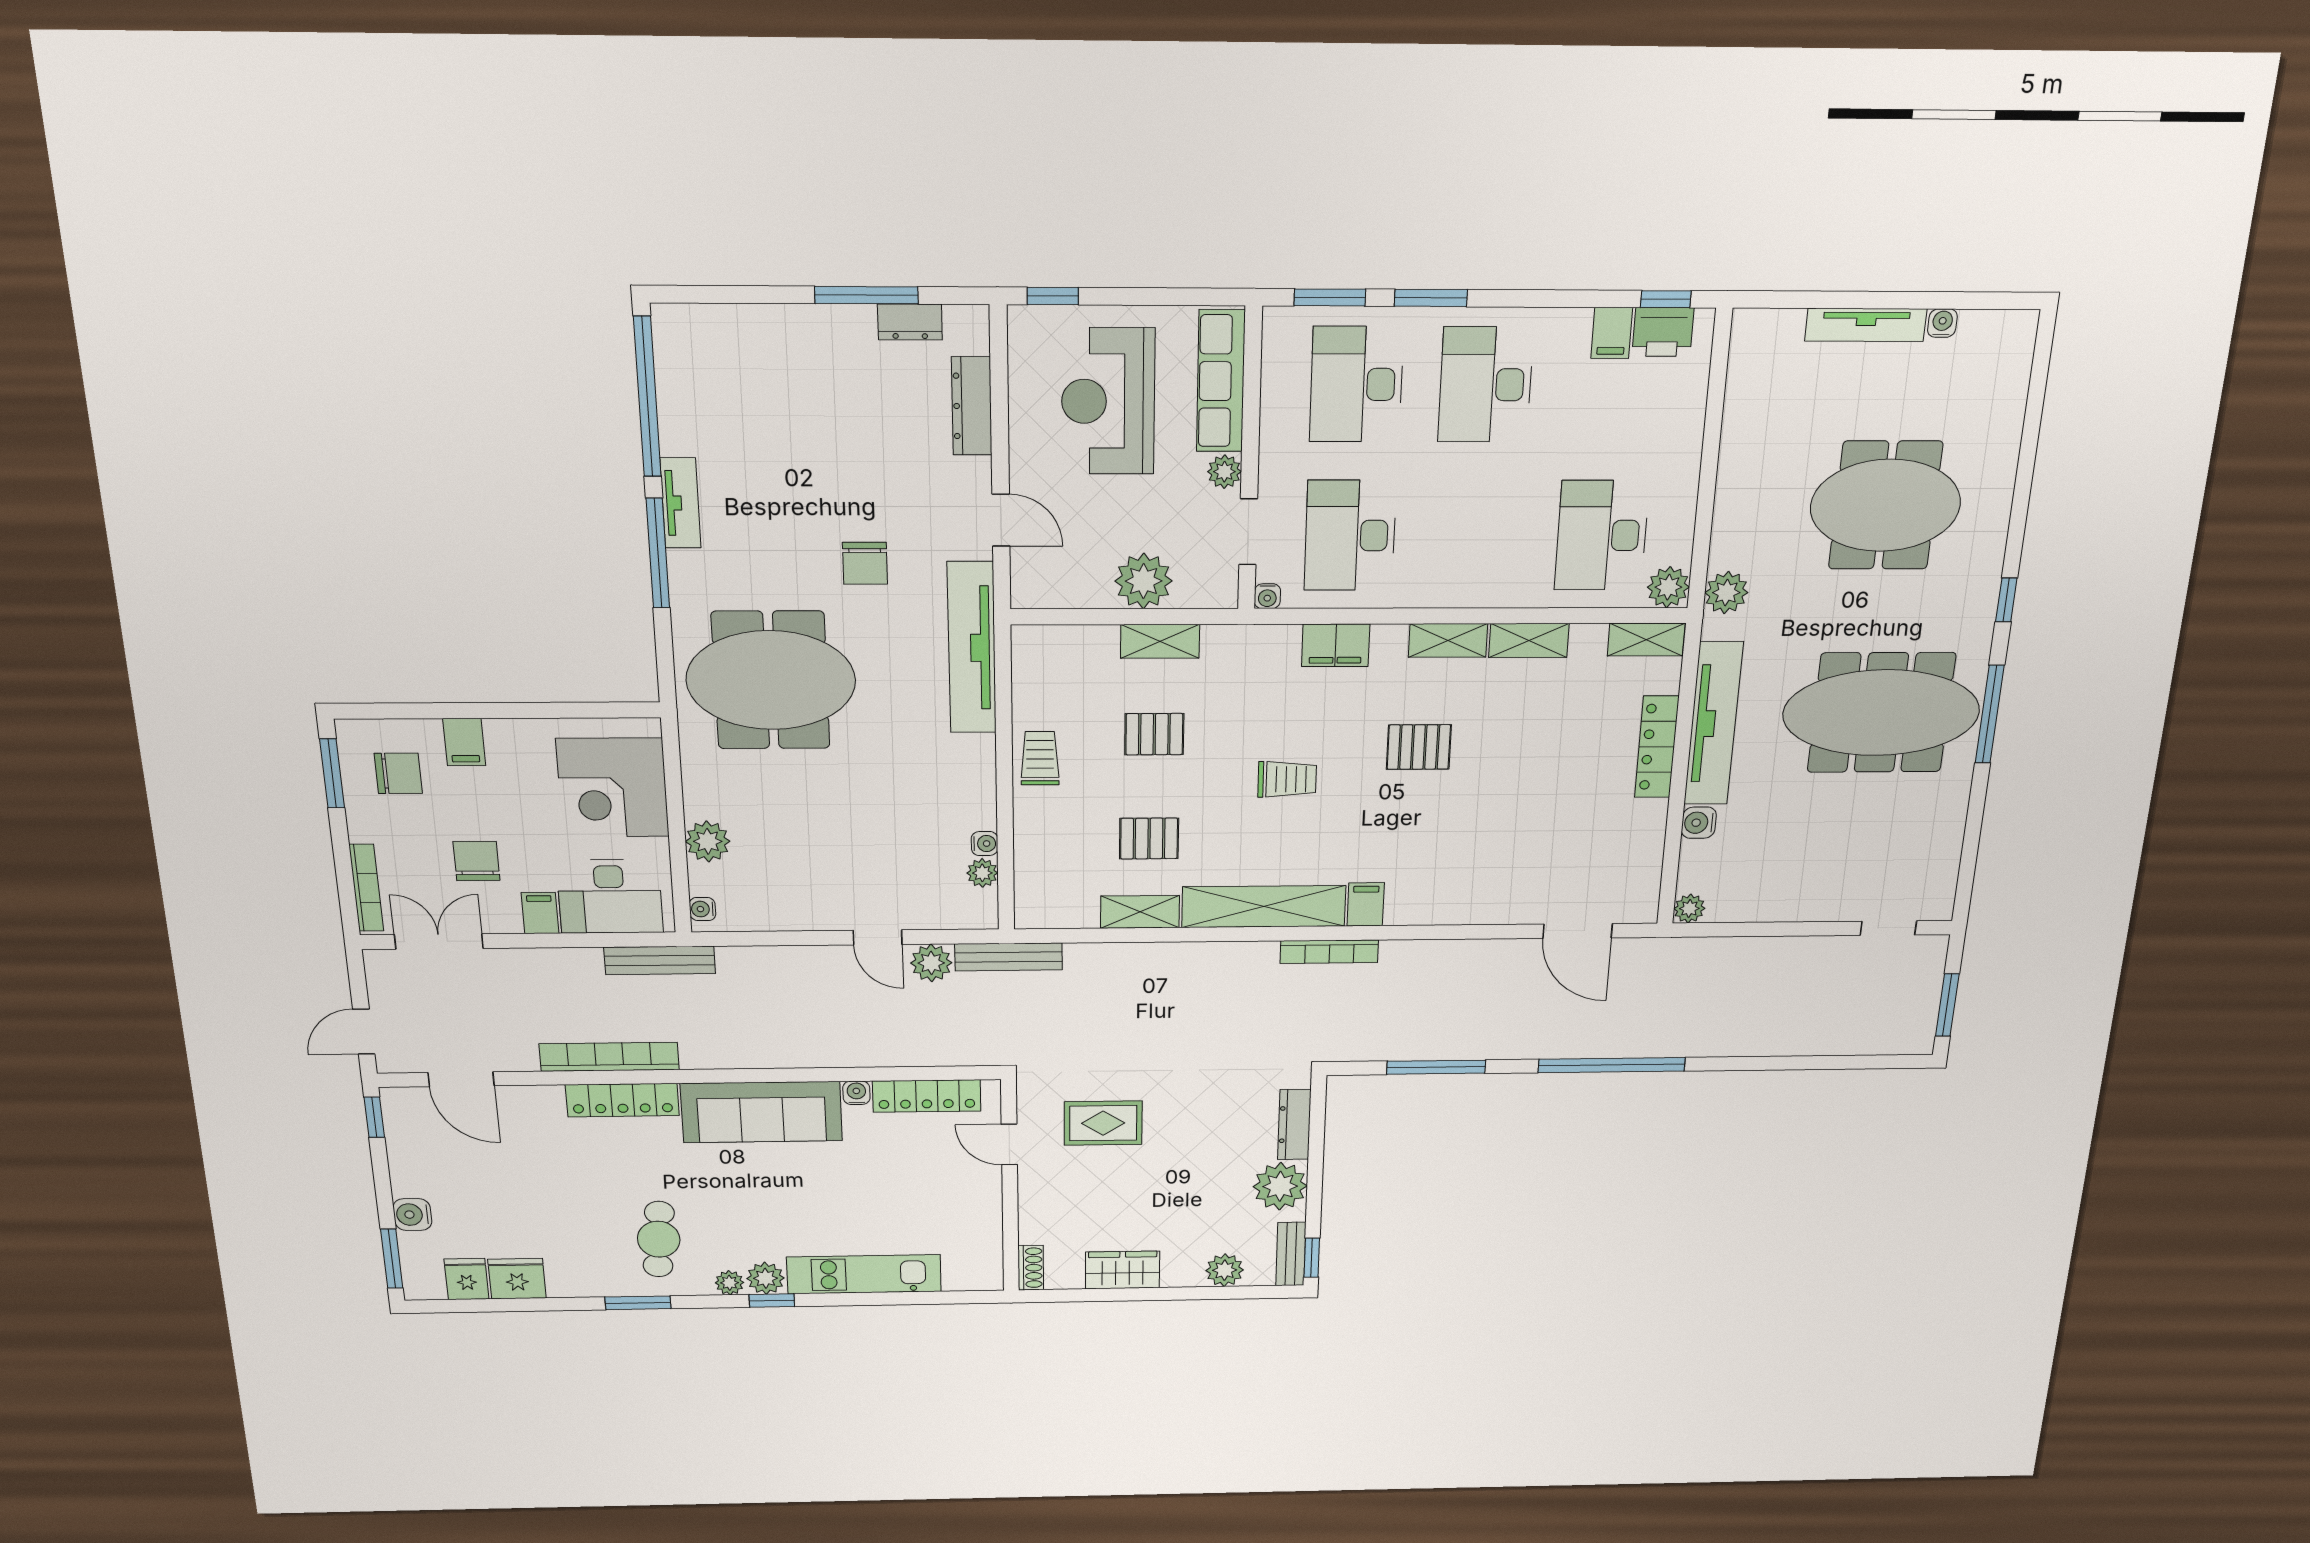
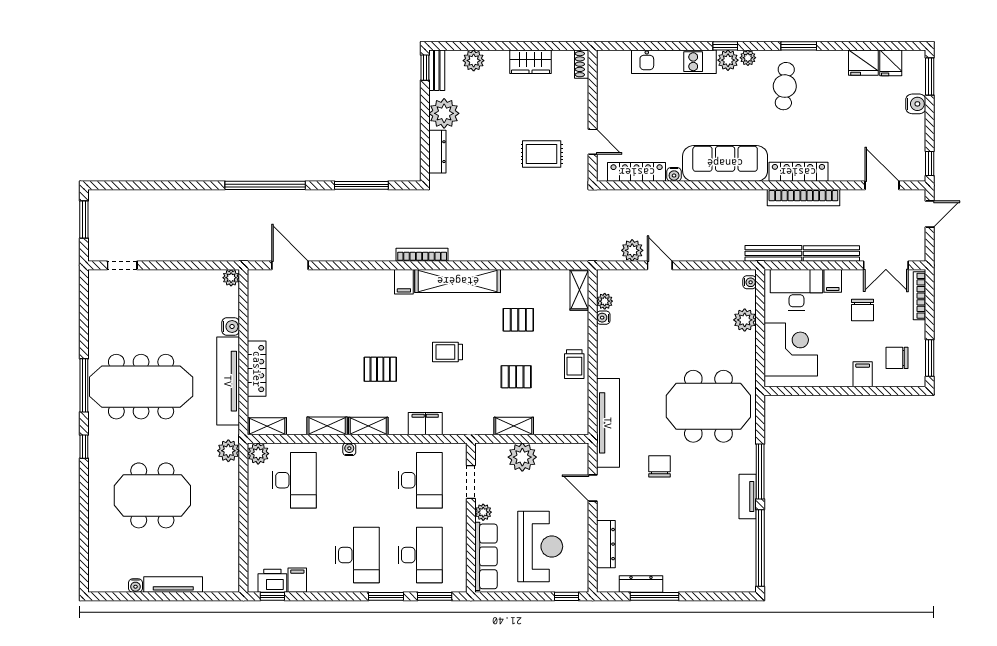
dresser: (910, 322) -> (641, 584), width x1.44
water cooler: (1267, 596) -> (349, 449), moved
shelving: (1140, 912) -> (579, 290), moved, turned 90
bench: (1009, 957) -> (831, 253), moved

